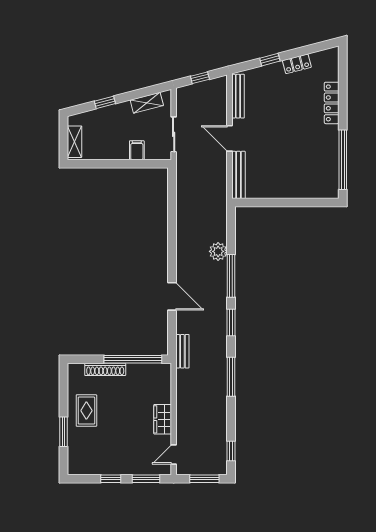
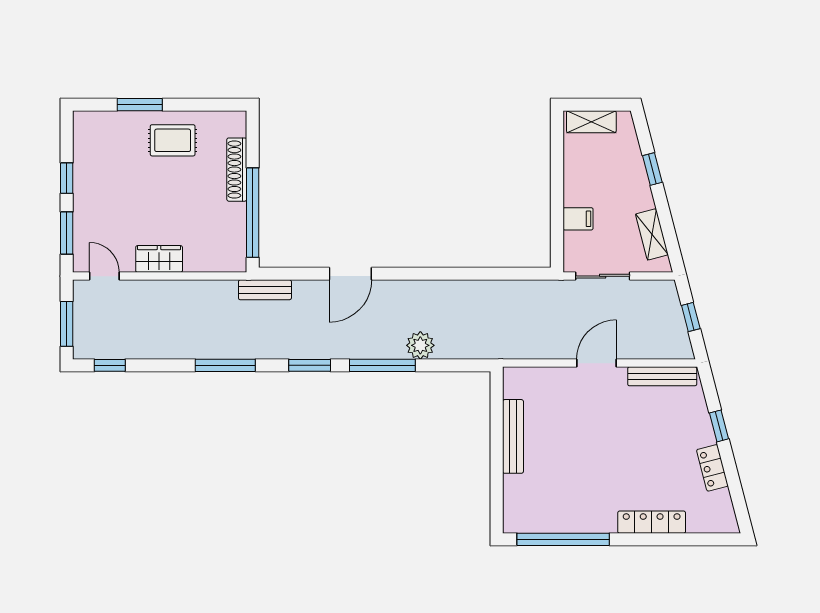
bench: (238, 175) -> (513, 436), moved, turned 90

